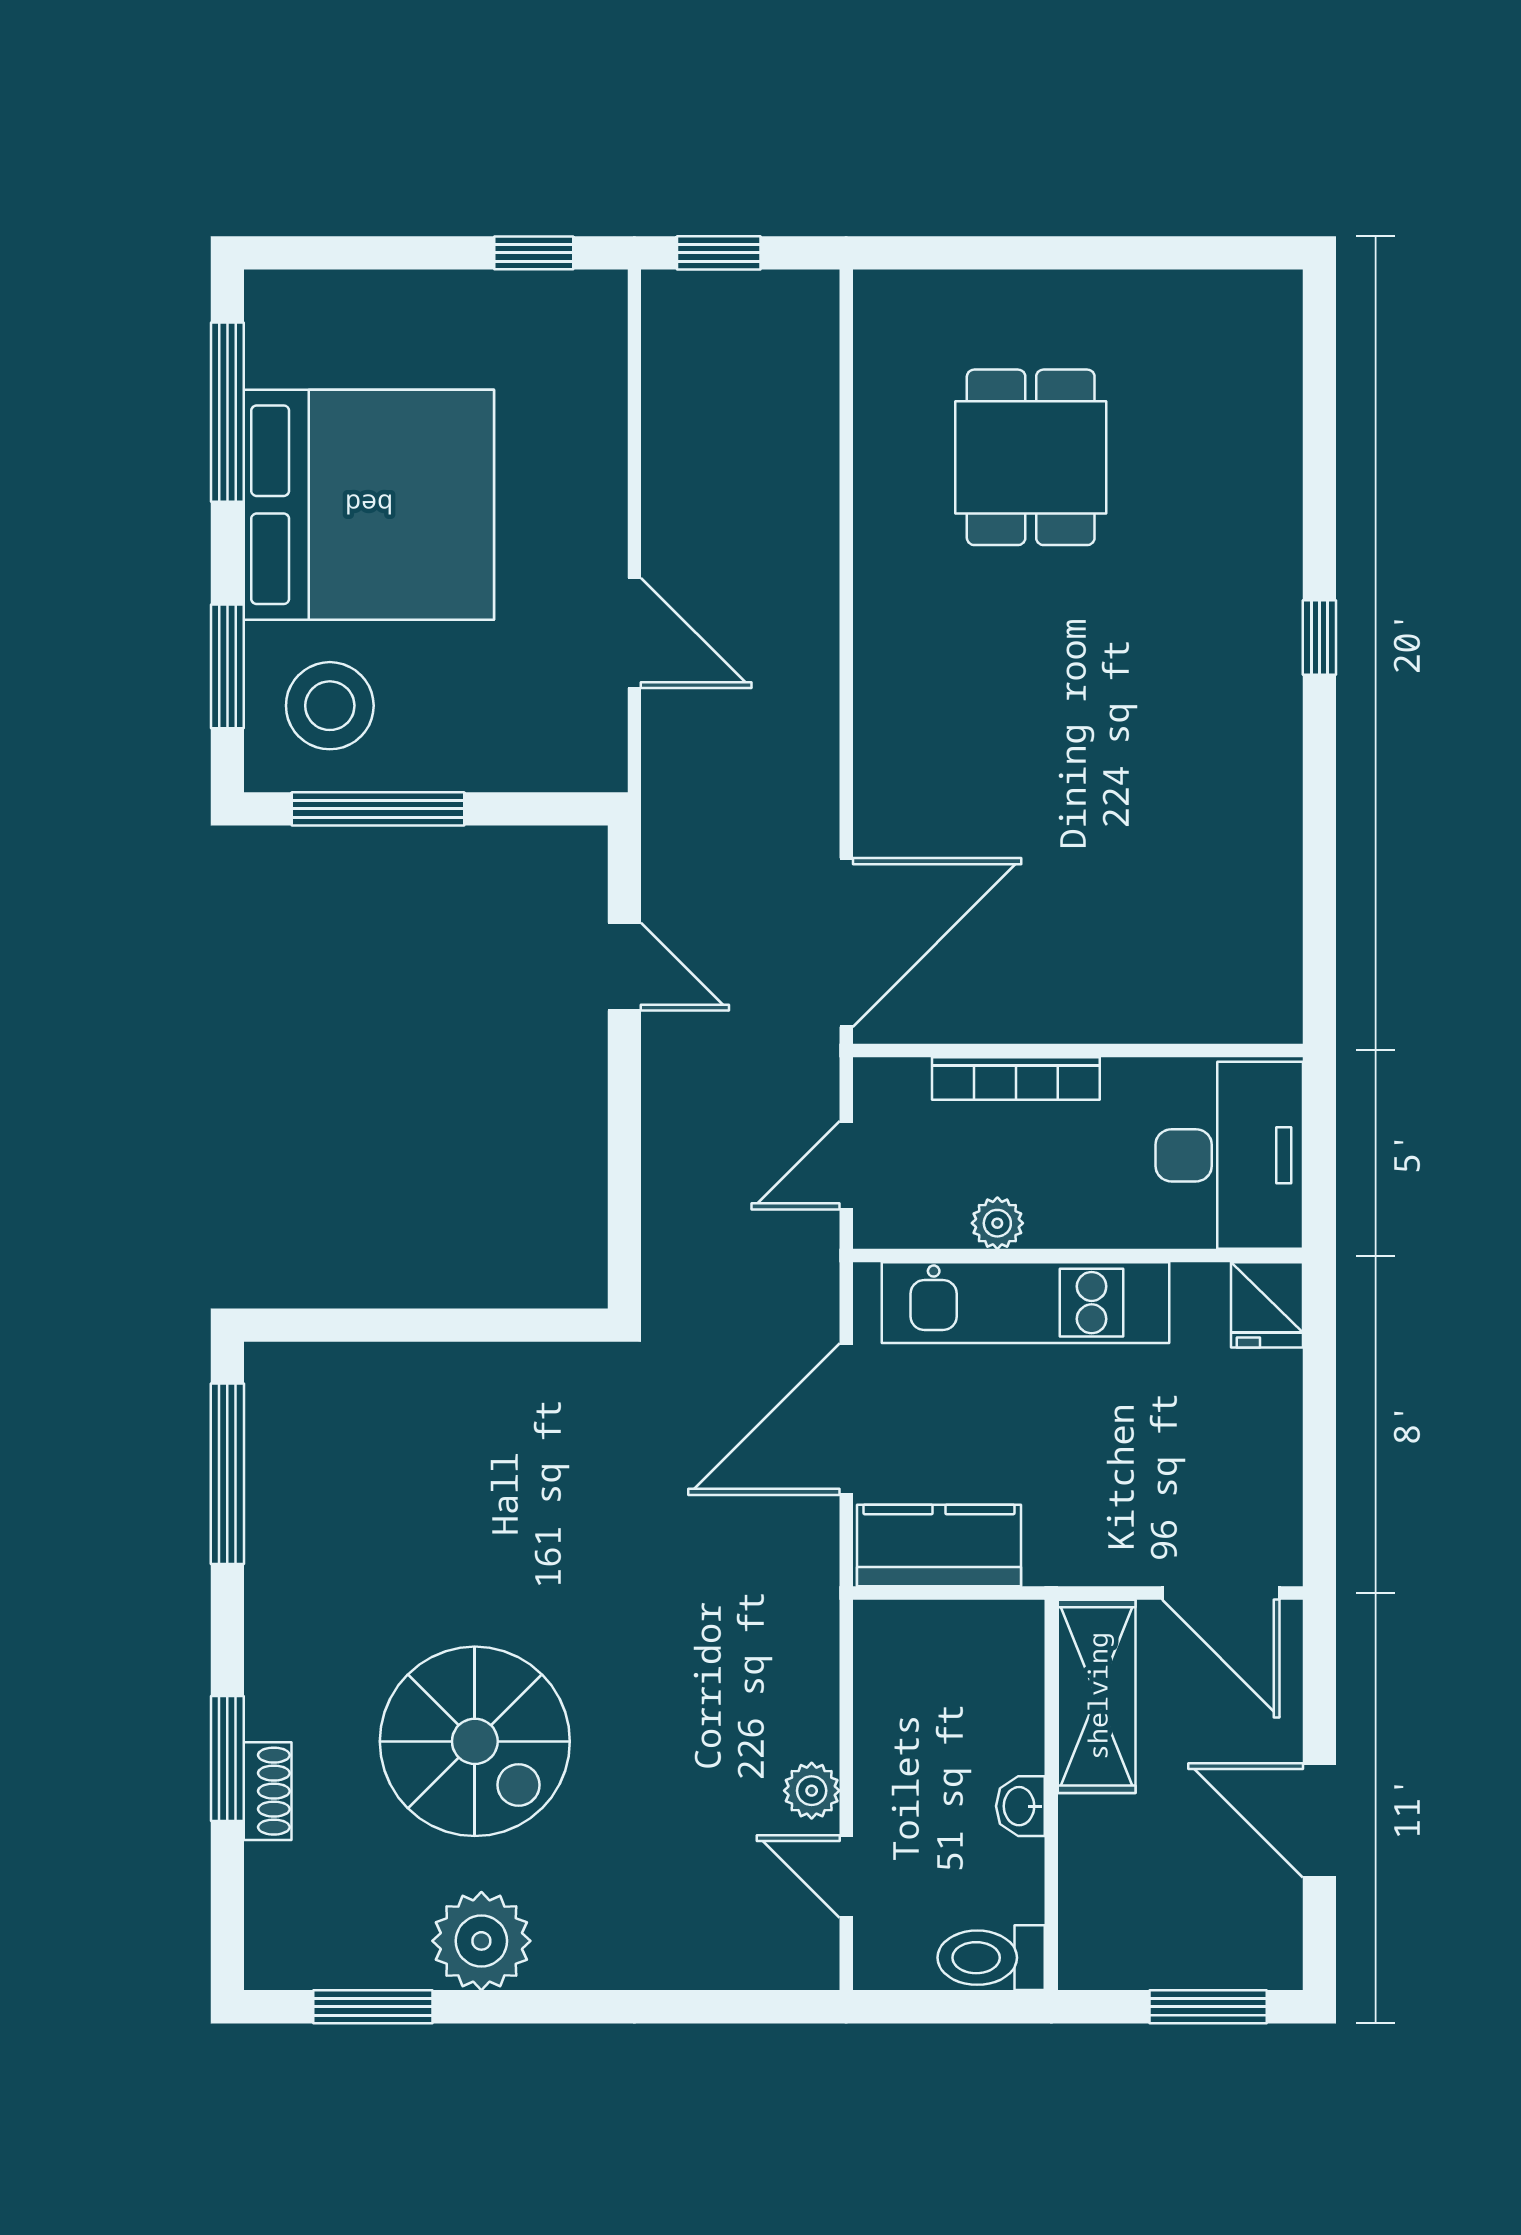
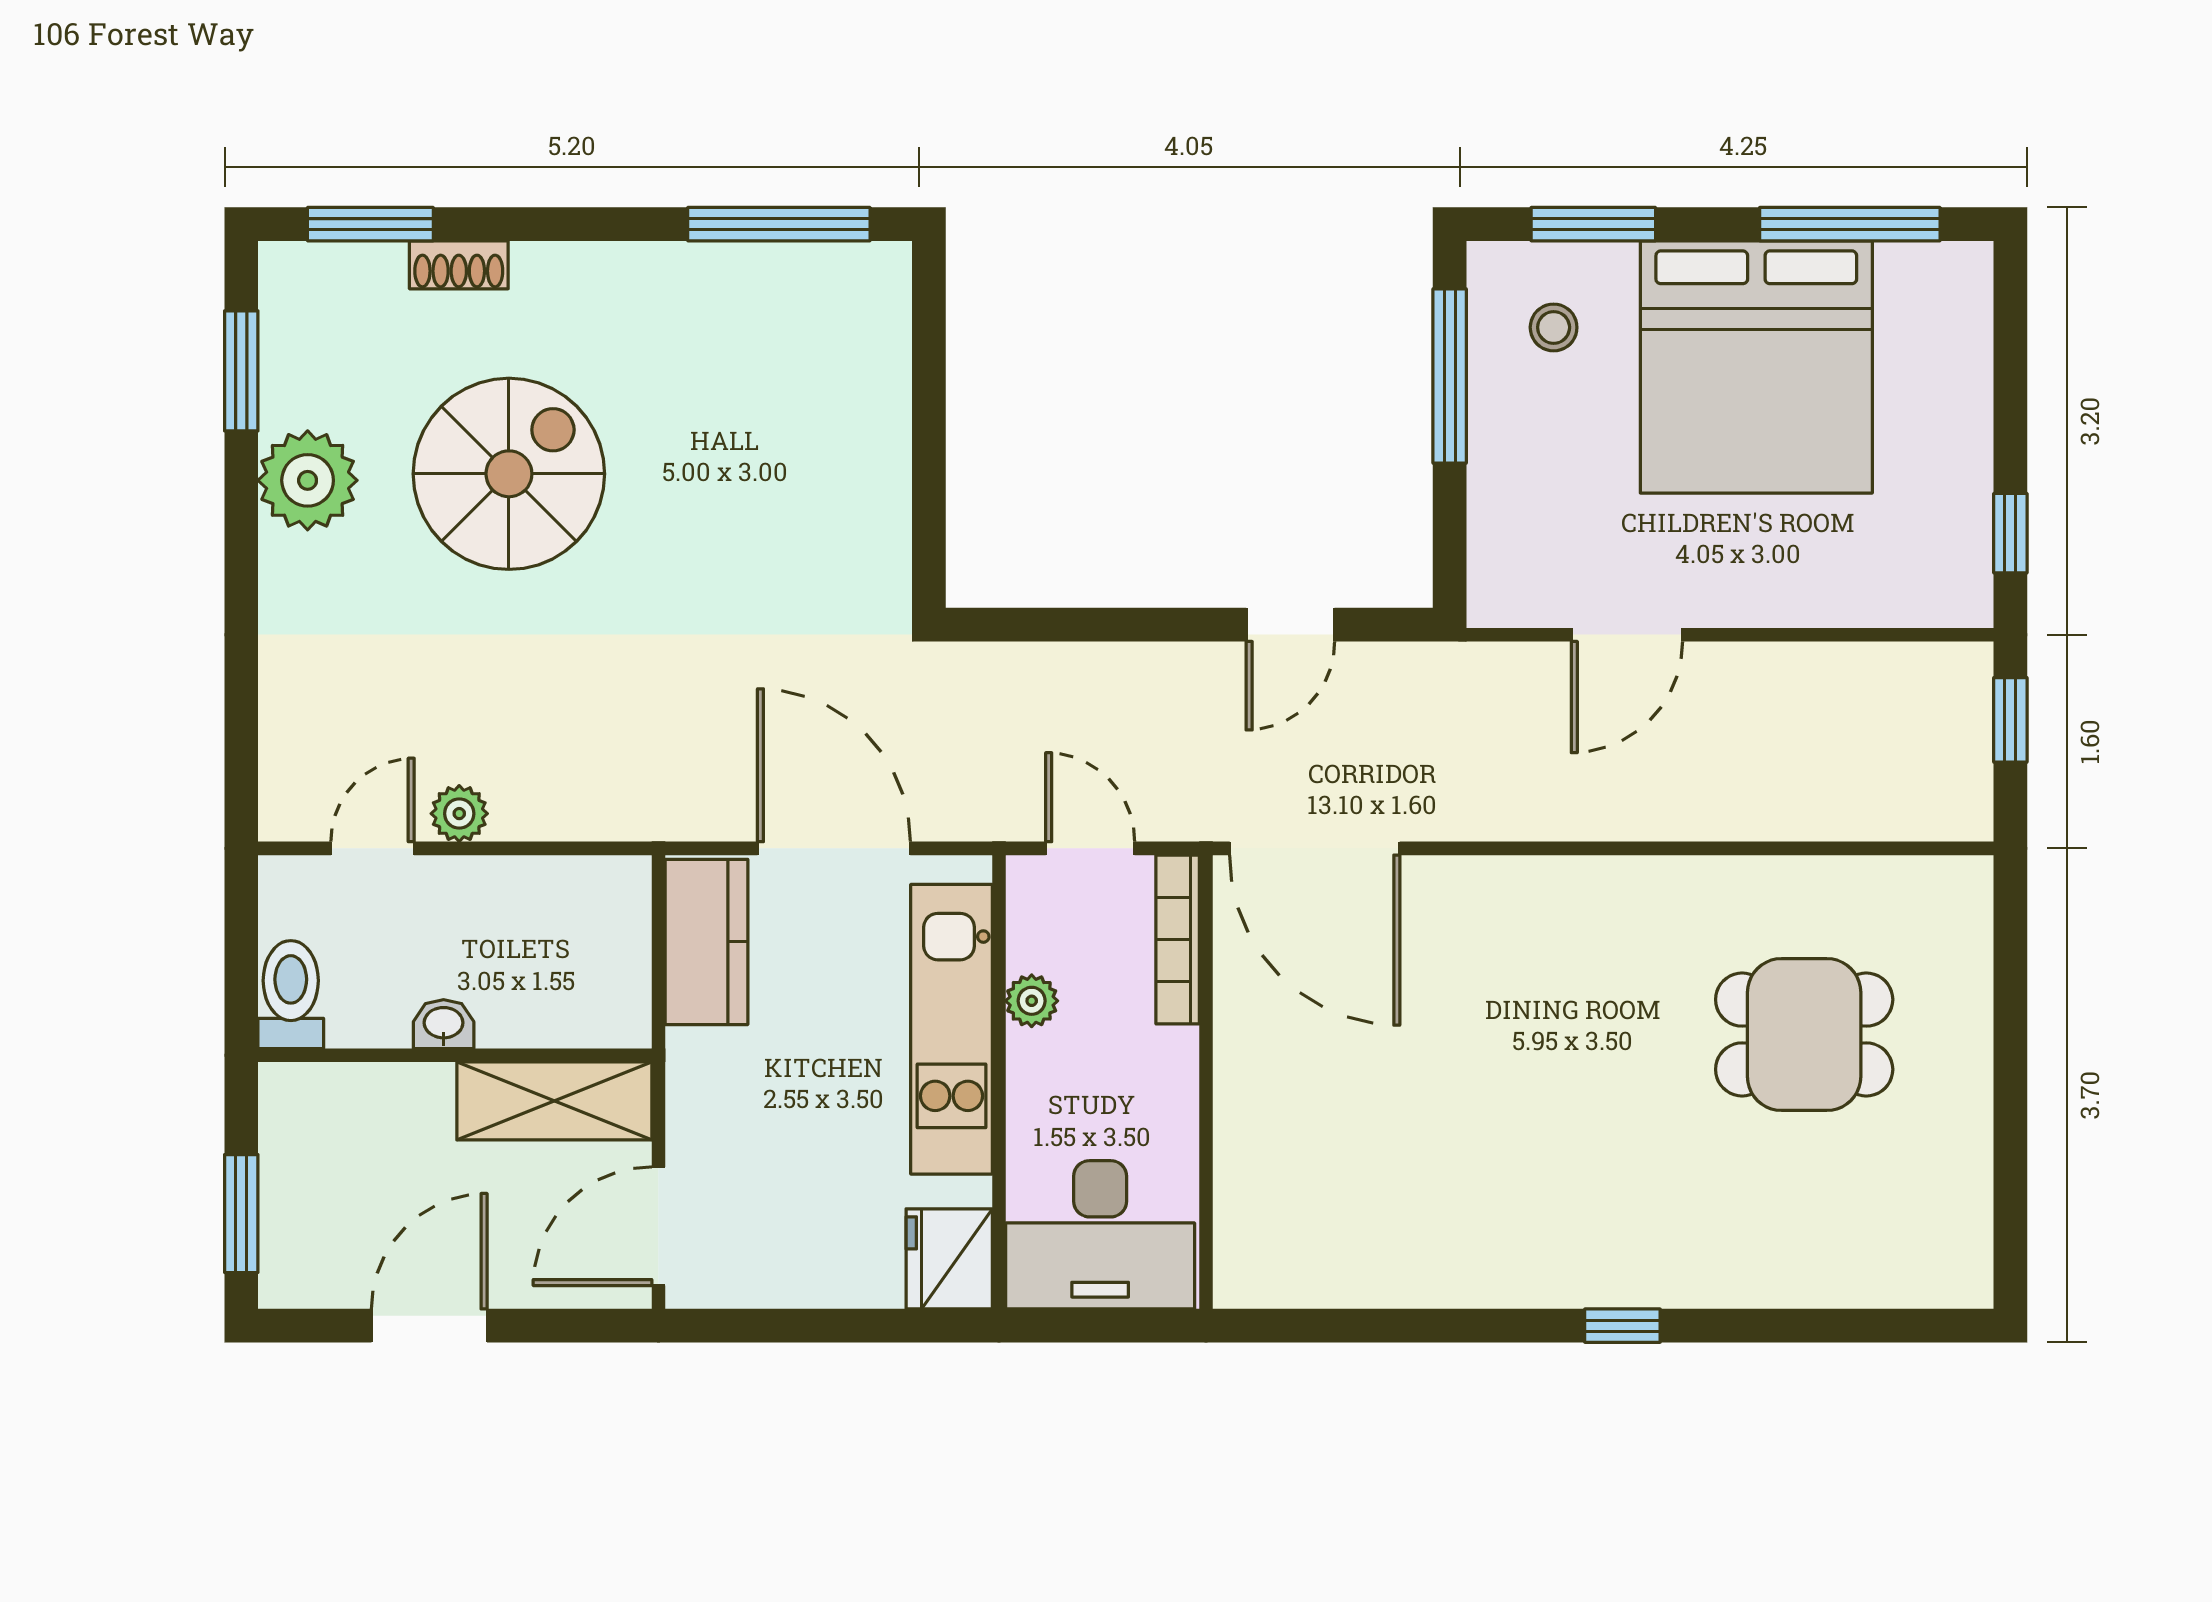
stool: (330, 706) -> (1554, 327), width x0.53, depth x0.53
bookcase: (1016, 1078) -> (1178, 939), moved
fridge: (1267, 1305) -> (949, 1259), width x1.38
spiral stairs: (475, 1741) -> (509, 474), turned 180
window: (227, 1758) -> (370, 224), moved

